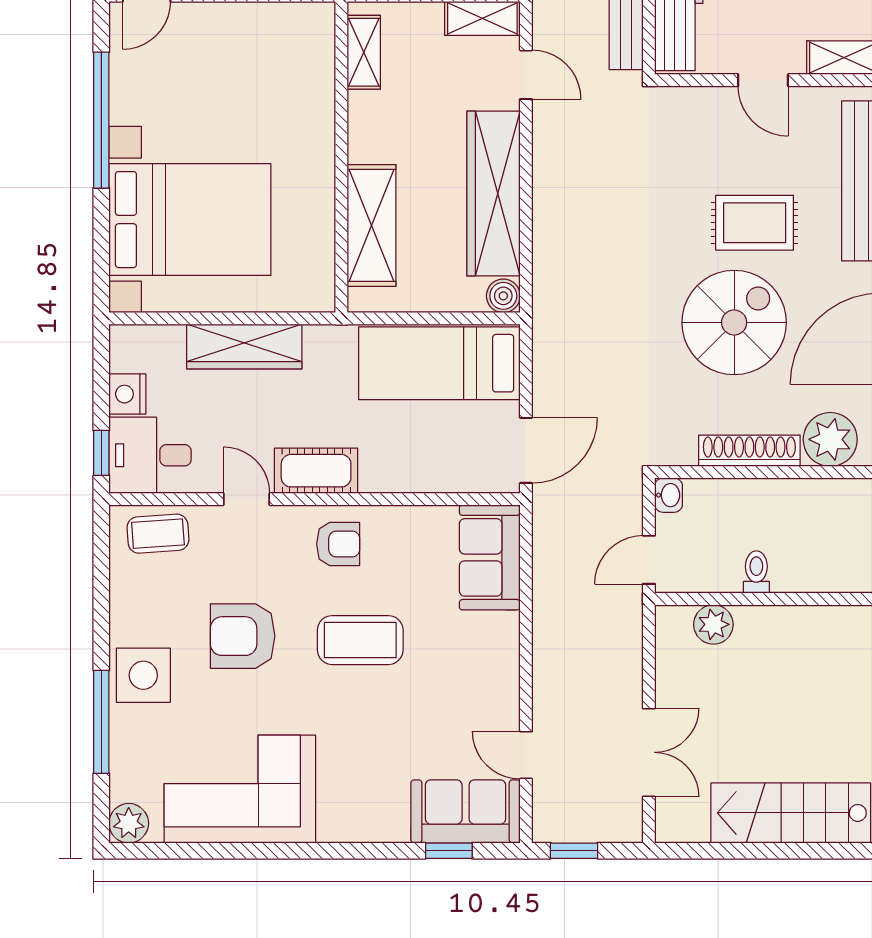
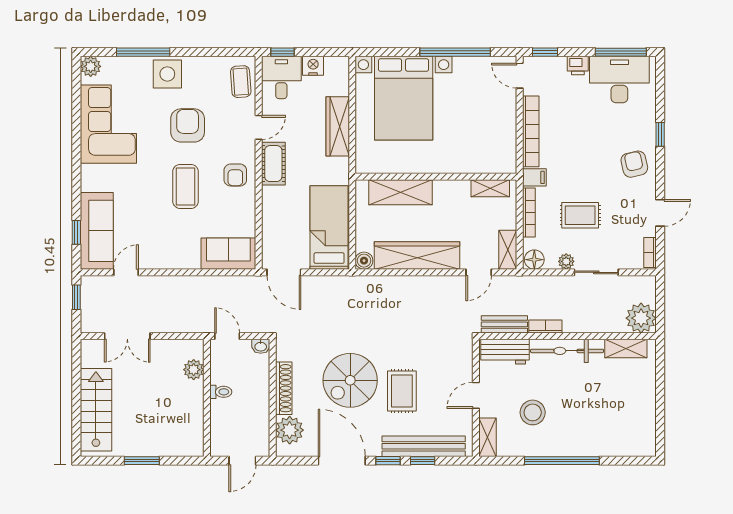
spiral stairs: (734, 323) -> (350, 380), turned 90
sofa: (466, 811) -> (97, 231), width x1.36

